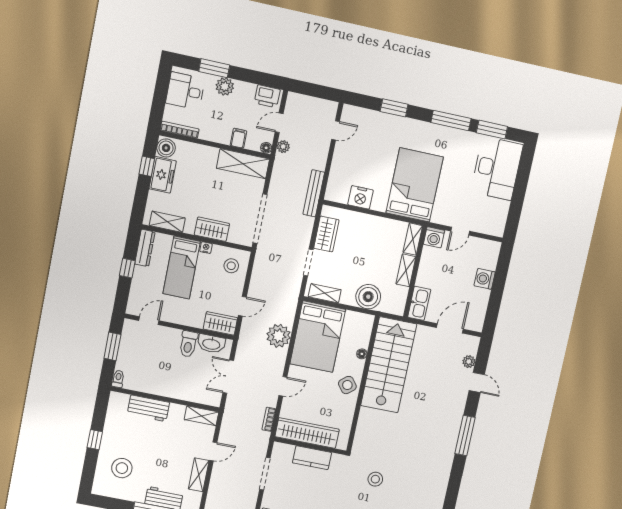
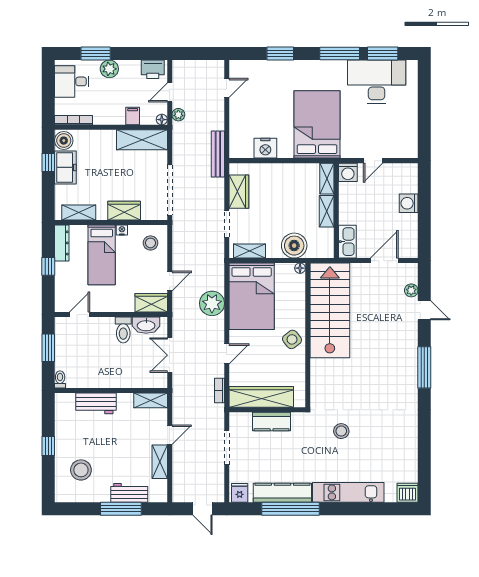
desk: (497, 168) -> (377, 82), moved, turned -90
floor lamp: (362, 354) -> (300, 268), moved

